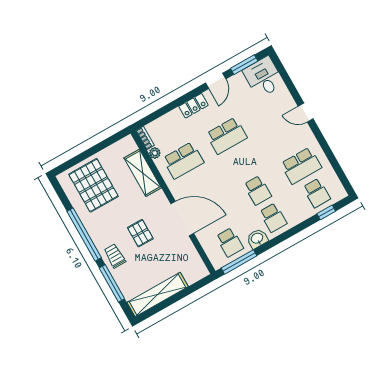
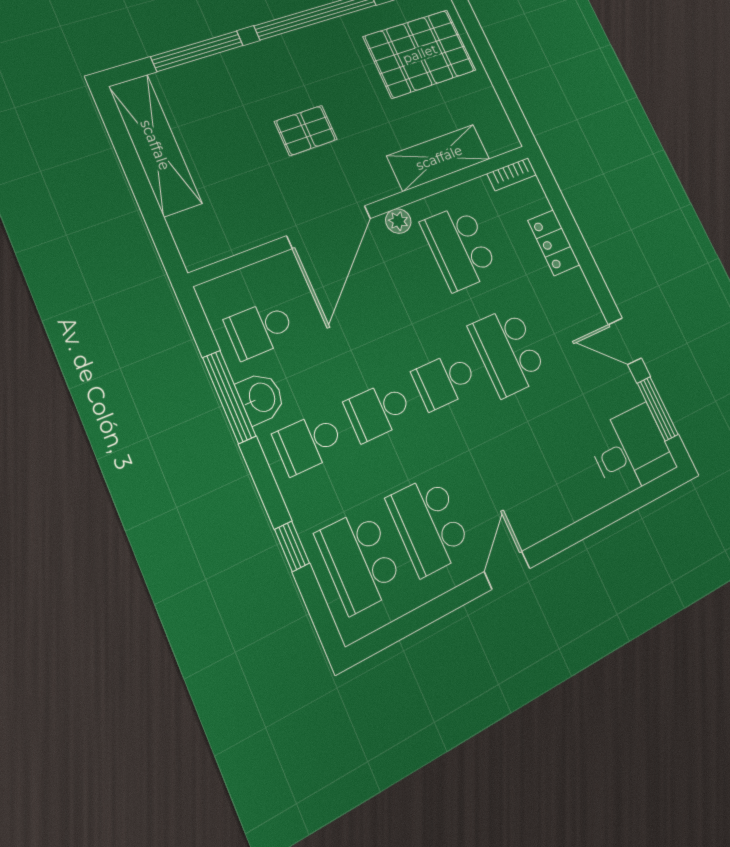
locker: (193, 106) -> (554, 243), moved
door: (306, 113) -> (507, 570), moved
plant: (155, 153) -> (398, 221), moved
school desk: (242, 163) -> (445, 380), added
school desk: (317, 193) -> (359, 561), width x1.85
window: (326, 212) -> (292, 546), moved
trolley: (115, 256) -> (260, 68), removed
window: (239, 262) -> (229, 397), moved

